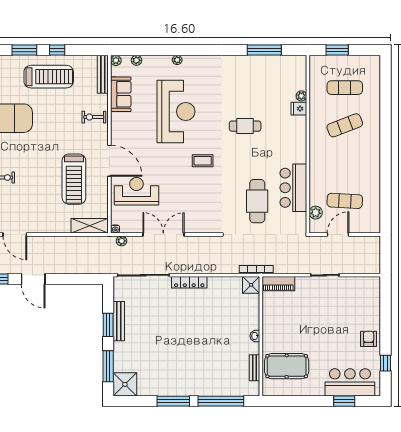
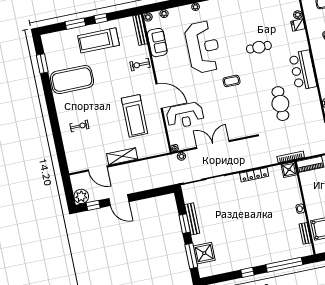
treadmill: (49, 77) -> (98, 40), turned 180
bar counter: (293, 188) -> (303, 70), moved
reception desk: (136, 191) -> (185, 115), turned 180
shelving: (90, 226) -> (122, 156), moved
locker: (189, 282) -> (254, 175), moved
shower: (125, 384) -> (204, 253), moved
window: (173, 401) -> (247, 272), width x0.46

